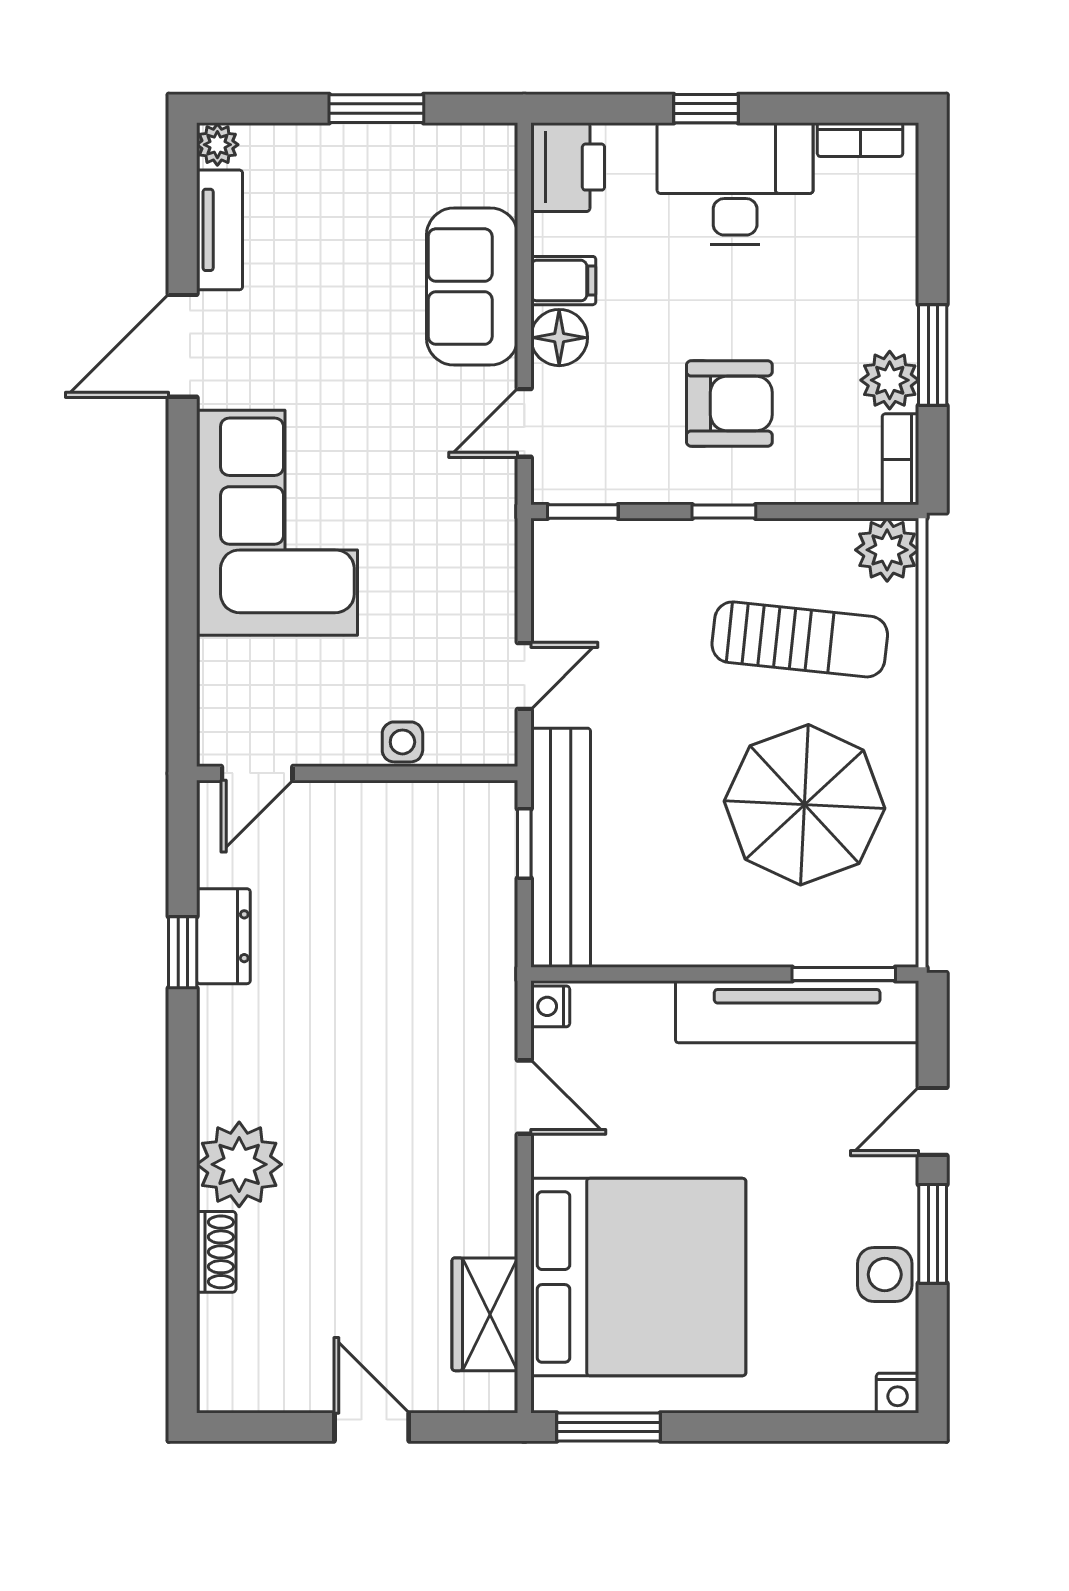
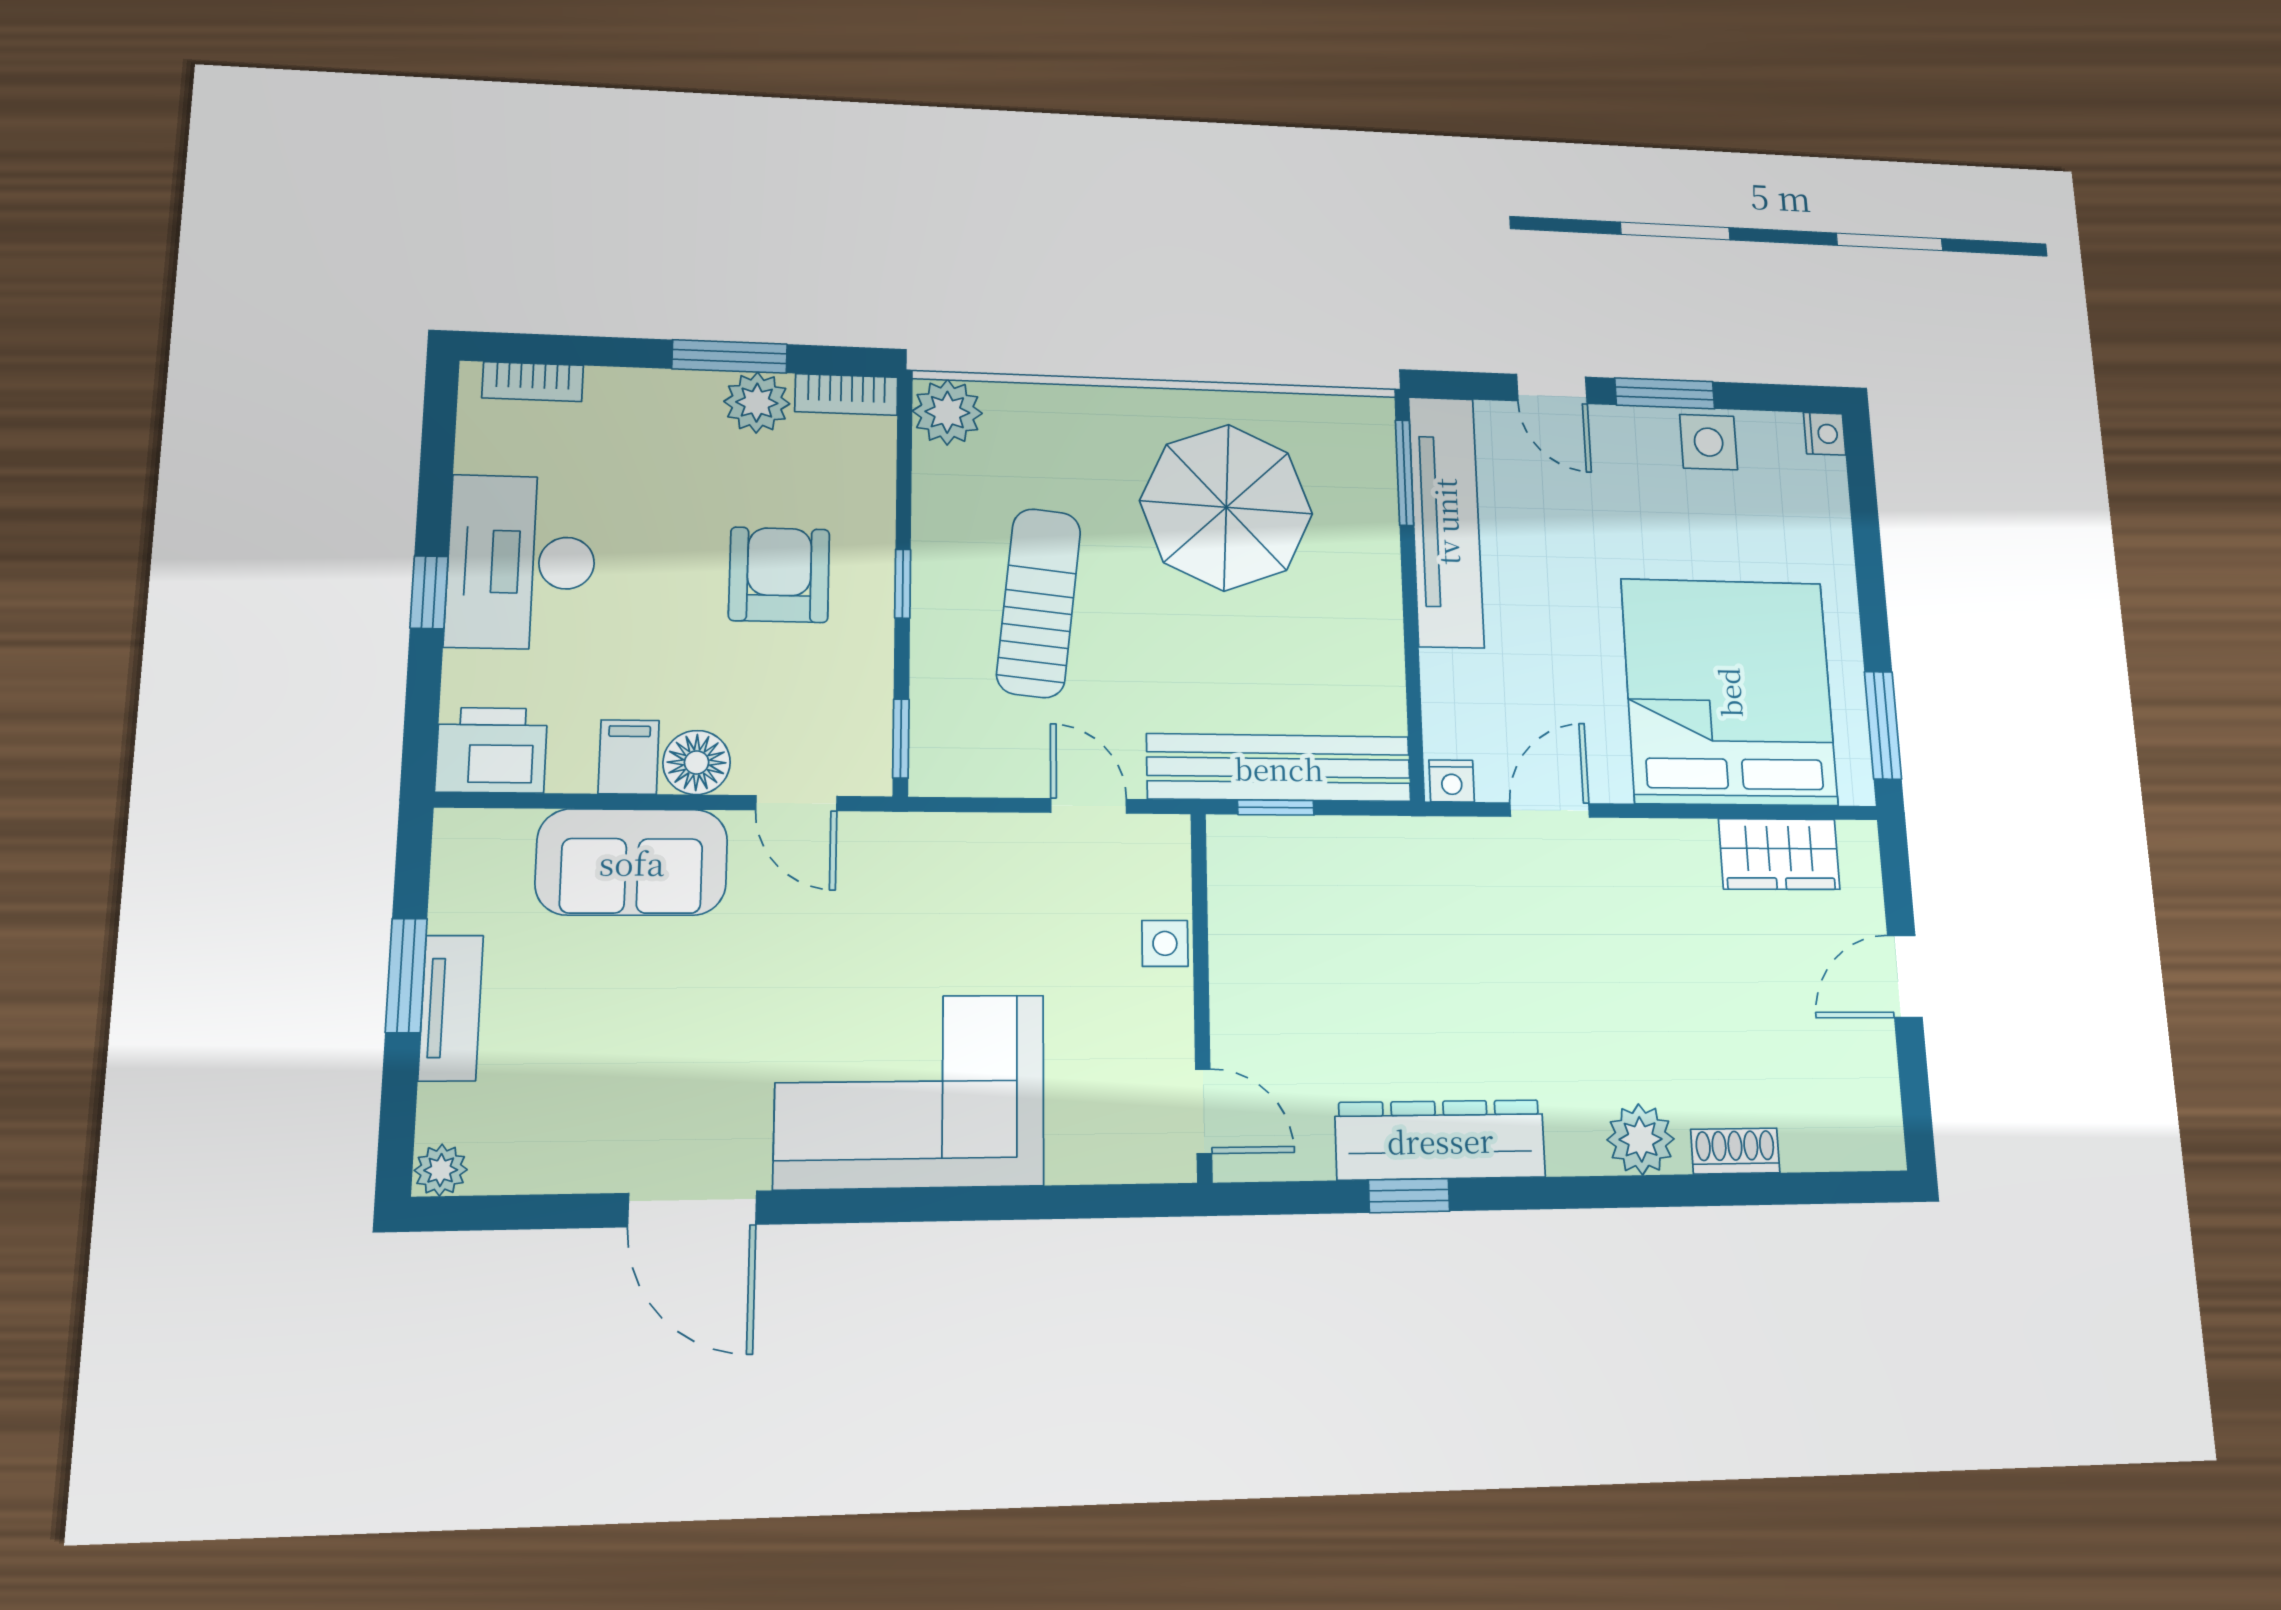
bookcase: (860, 140) -> (533, 382), moved, turned 90
tv unit: (220, 230) -> (451, 1008), moved, turned 90
sun lounger: (800, 639) -> (1039, 603), moved
dresser: (223, 936) -> (1440, 1140), width x1.96, depth x1.24
plant: (239, 1164) -> (1641, 1139), width x0.73, depth x0.73

